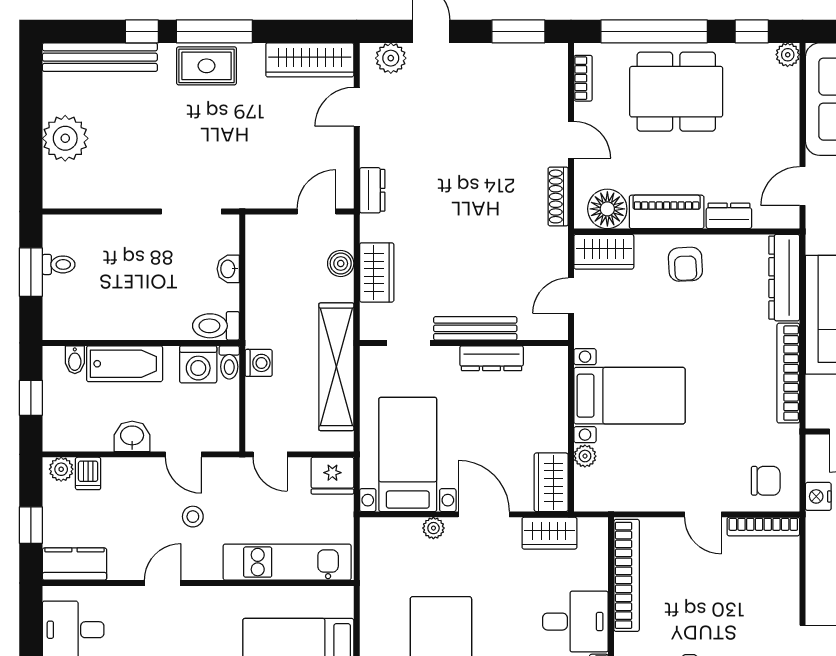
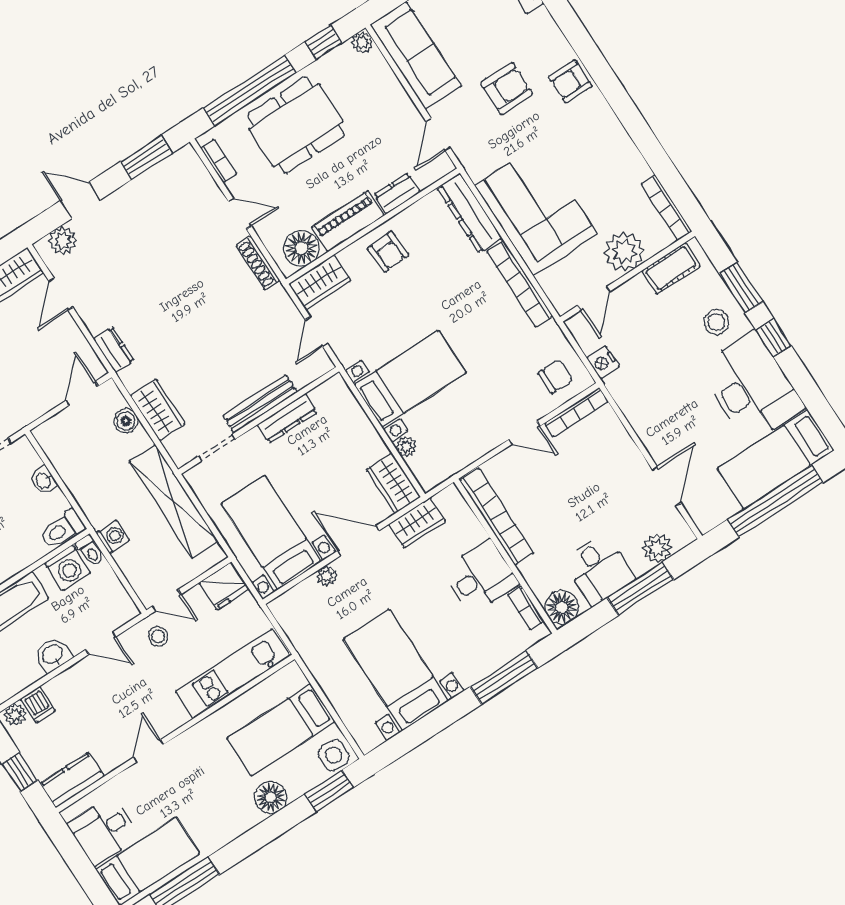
stool: (193, 517) -> (158, 636), moved

